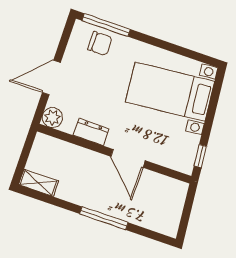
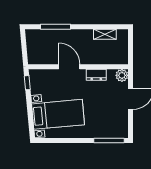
chair: (100, 43) -> (109, 128), removed
shelving: (38, 183) -> (105, 34), moved
window: (104, 218) -> (55, 27), moved

